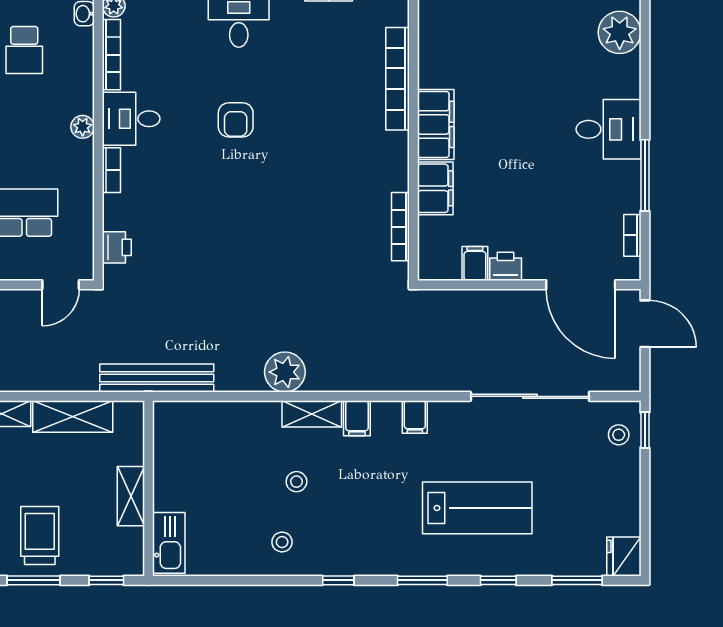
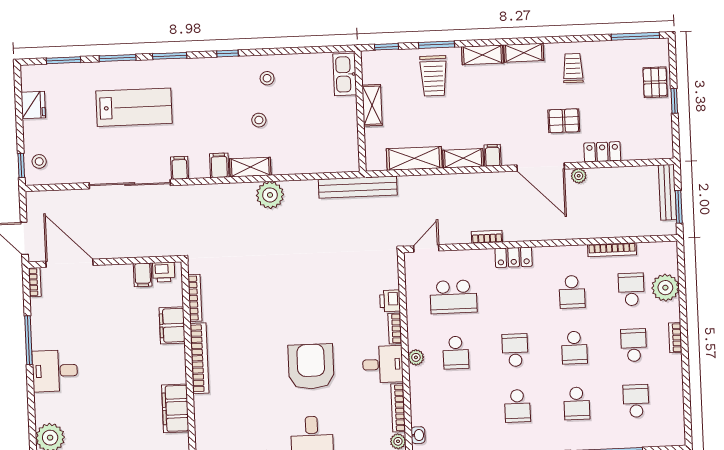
school desk: (24, 50) -> (456, 353), moved, turned 180
bookcase: (398, 79) -> (199, 358), moved
armchair: (236, 120) -> (311, 367), width x1.88, depth x1.88
filing cabinet: (436, 124) -> (175, 408), moved
bookcase: (632, 235) -> (35, 282), moved
printer: (117, 247) -> (390, 301), moved
printer: (506, 266) -> (164, 272), moved
sliding door: (530, 396) -> (130, 184), moved
lab bench: (477, 508) -> (134, 107), turned 180
fridge: (624, 557) -> (33, 105), moved
window: (498, 580) -> (118, 58), width x1.50

